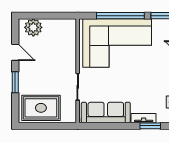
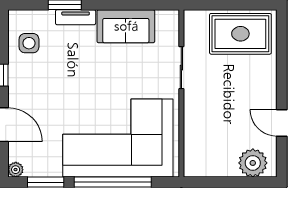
window: (15, 82) -> (282, 75), removed
sofa: (106, 113) -> (126, 26), width x0.73

